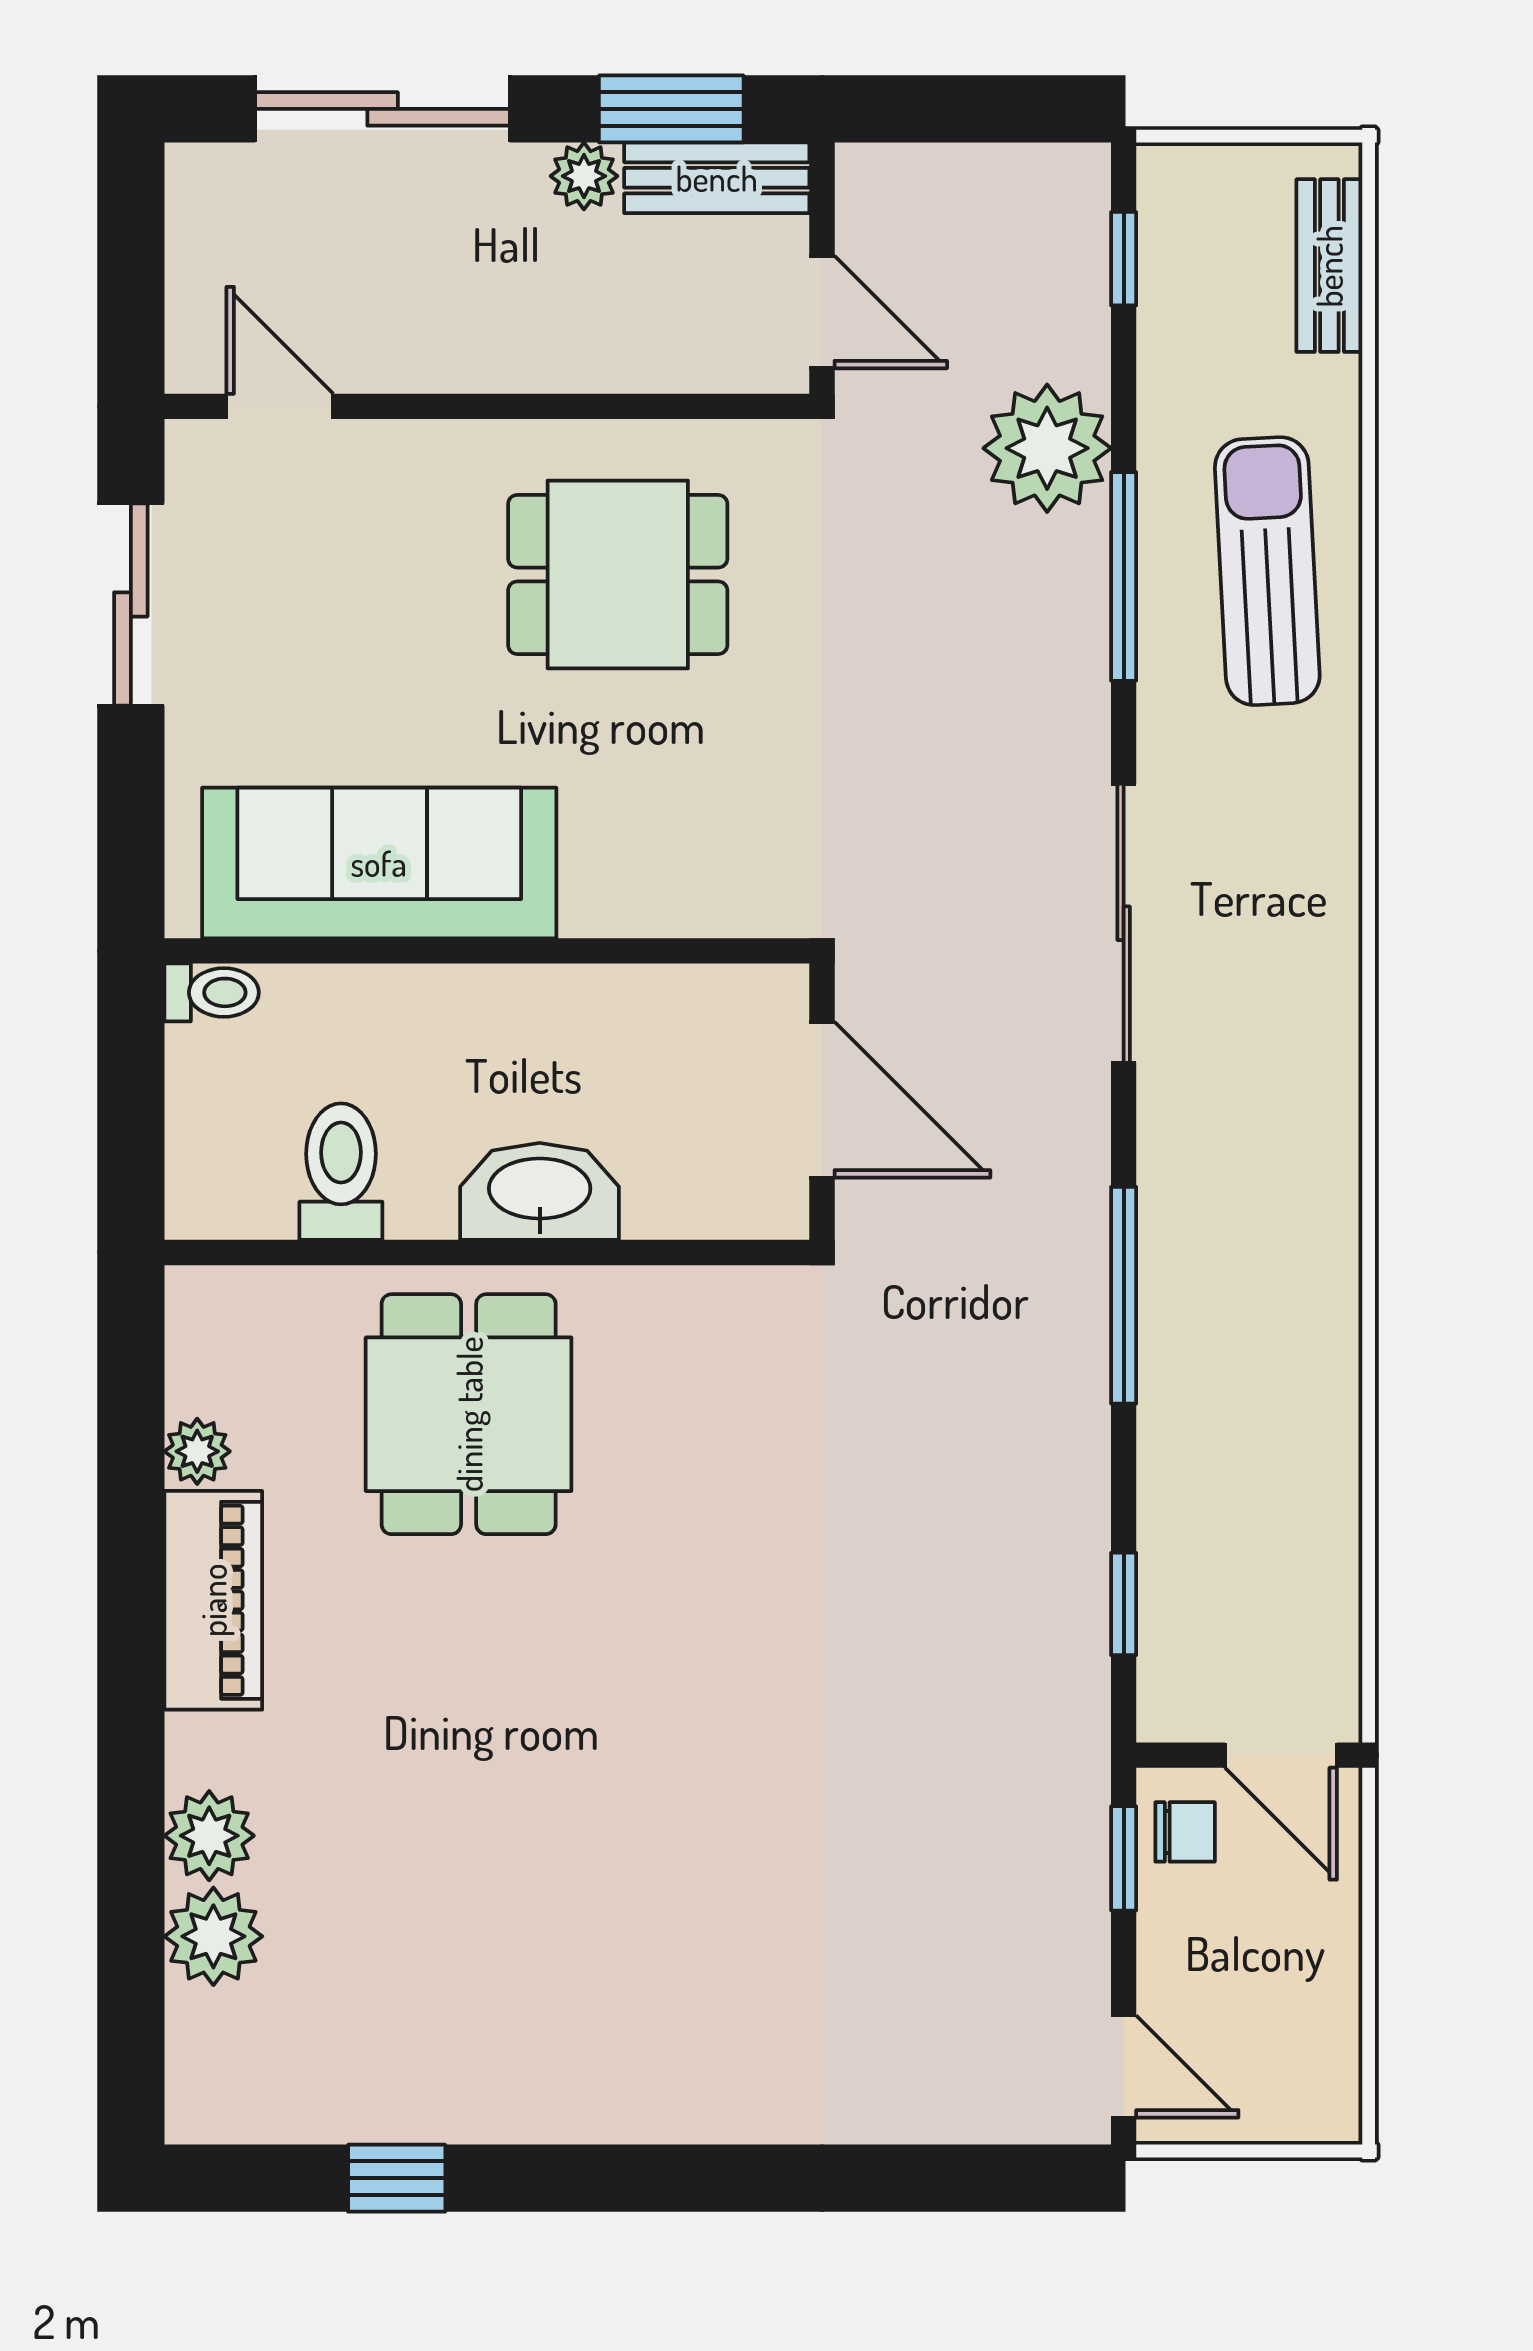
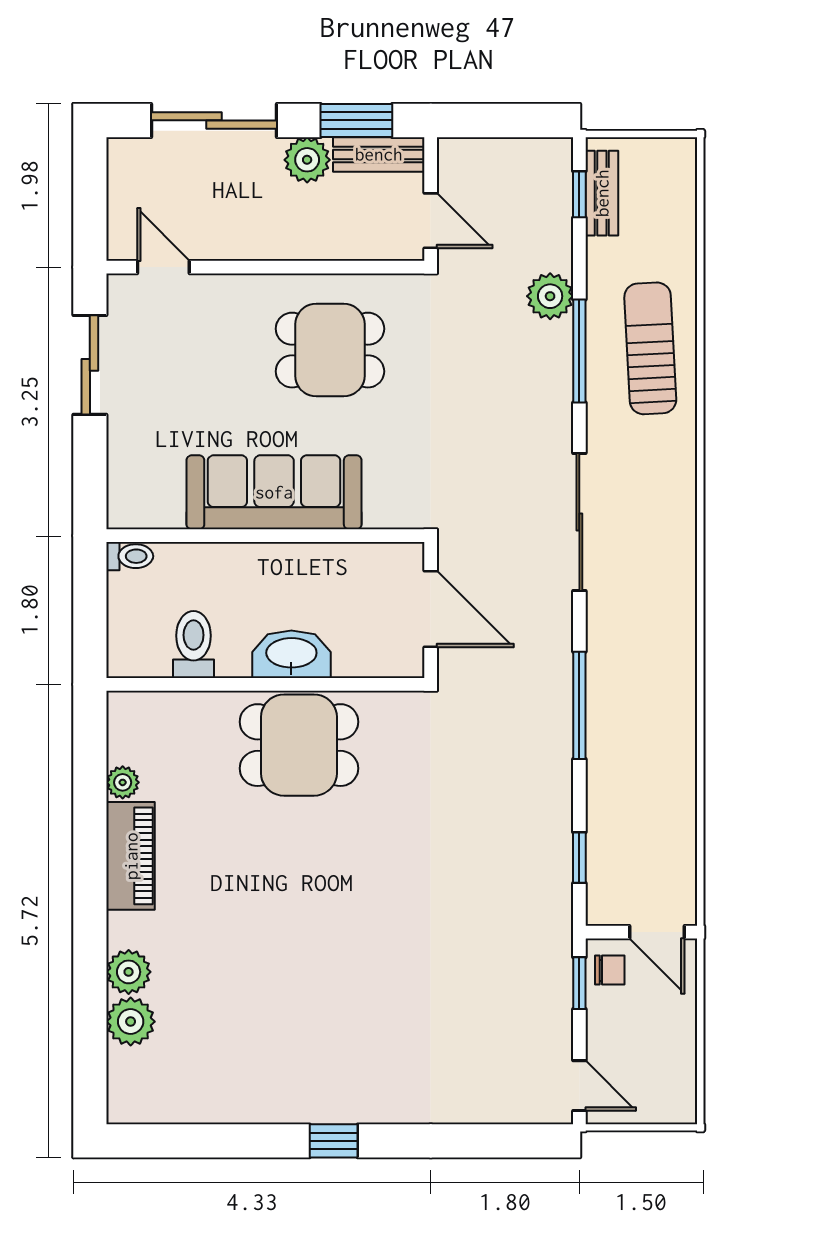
plant: (584, 176) -> (307, 160), width x1.38, depth x1.38
bench: (1329, 266) -> (602, 193), moved
plant: (1047, 448) -> (550, 296), width x0.73, depth x0.73
sofa: (379, 863) -> (274, 492), moved
dining table: (469, 1414) -> (299, 745), moved, turned 90
window: (397, 2178) -> (334, 1141), moved

